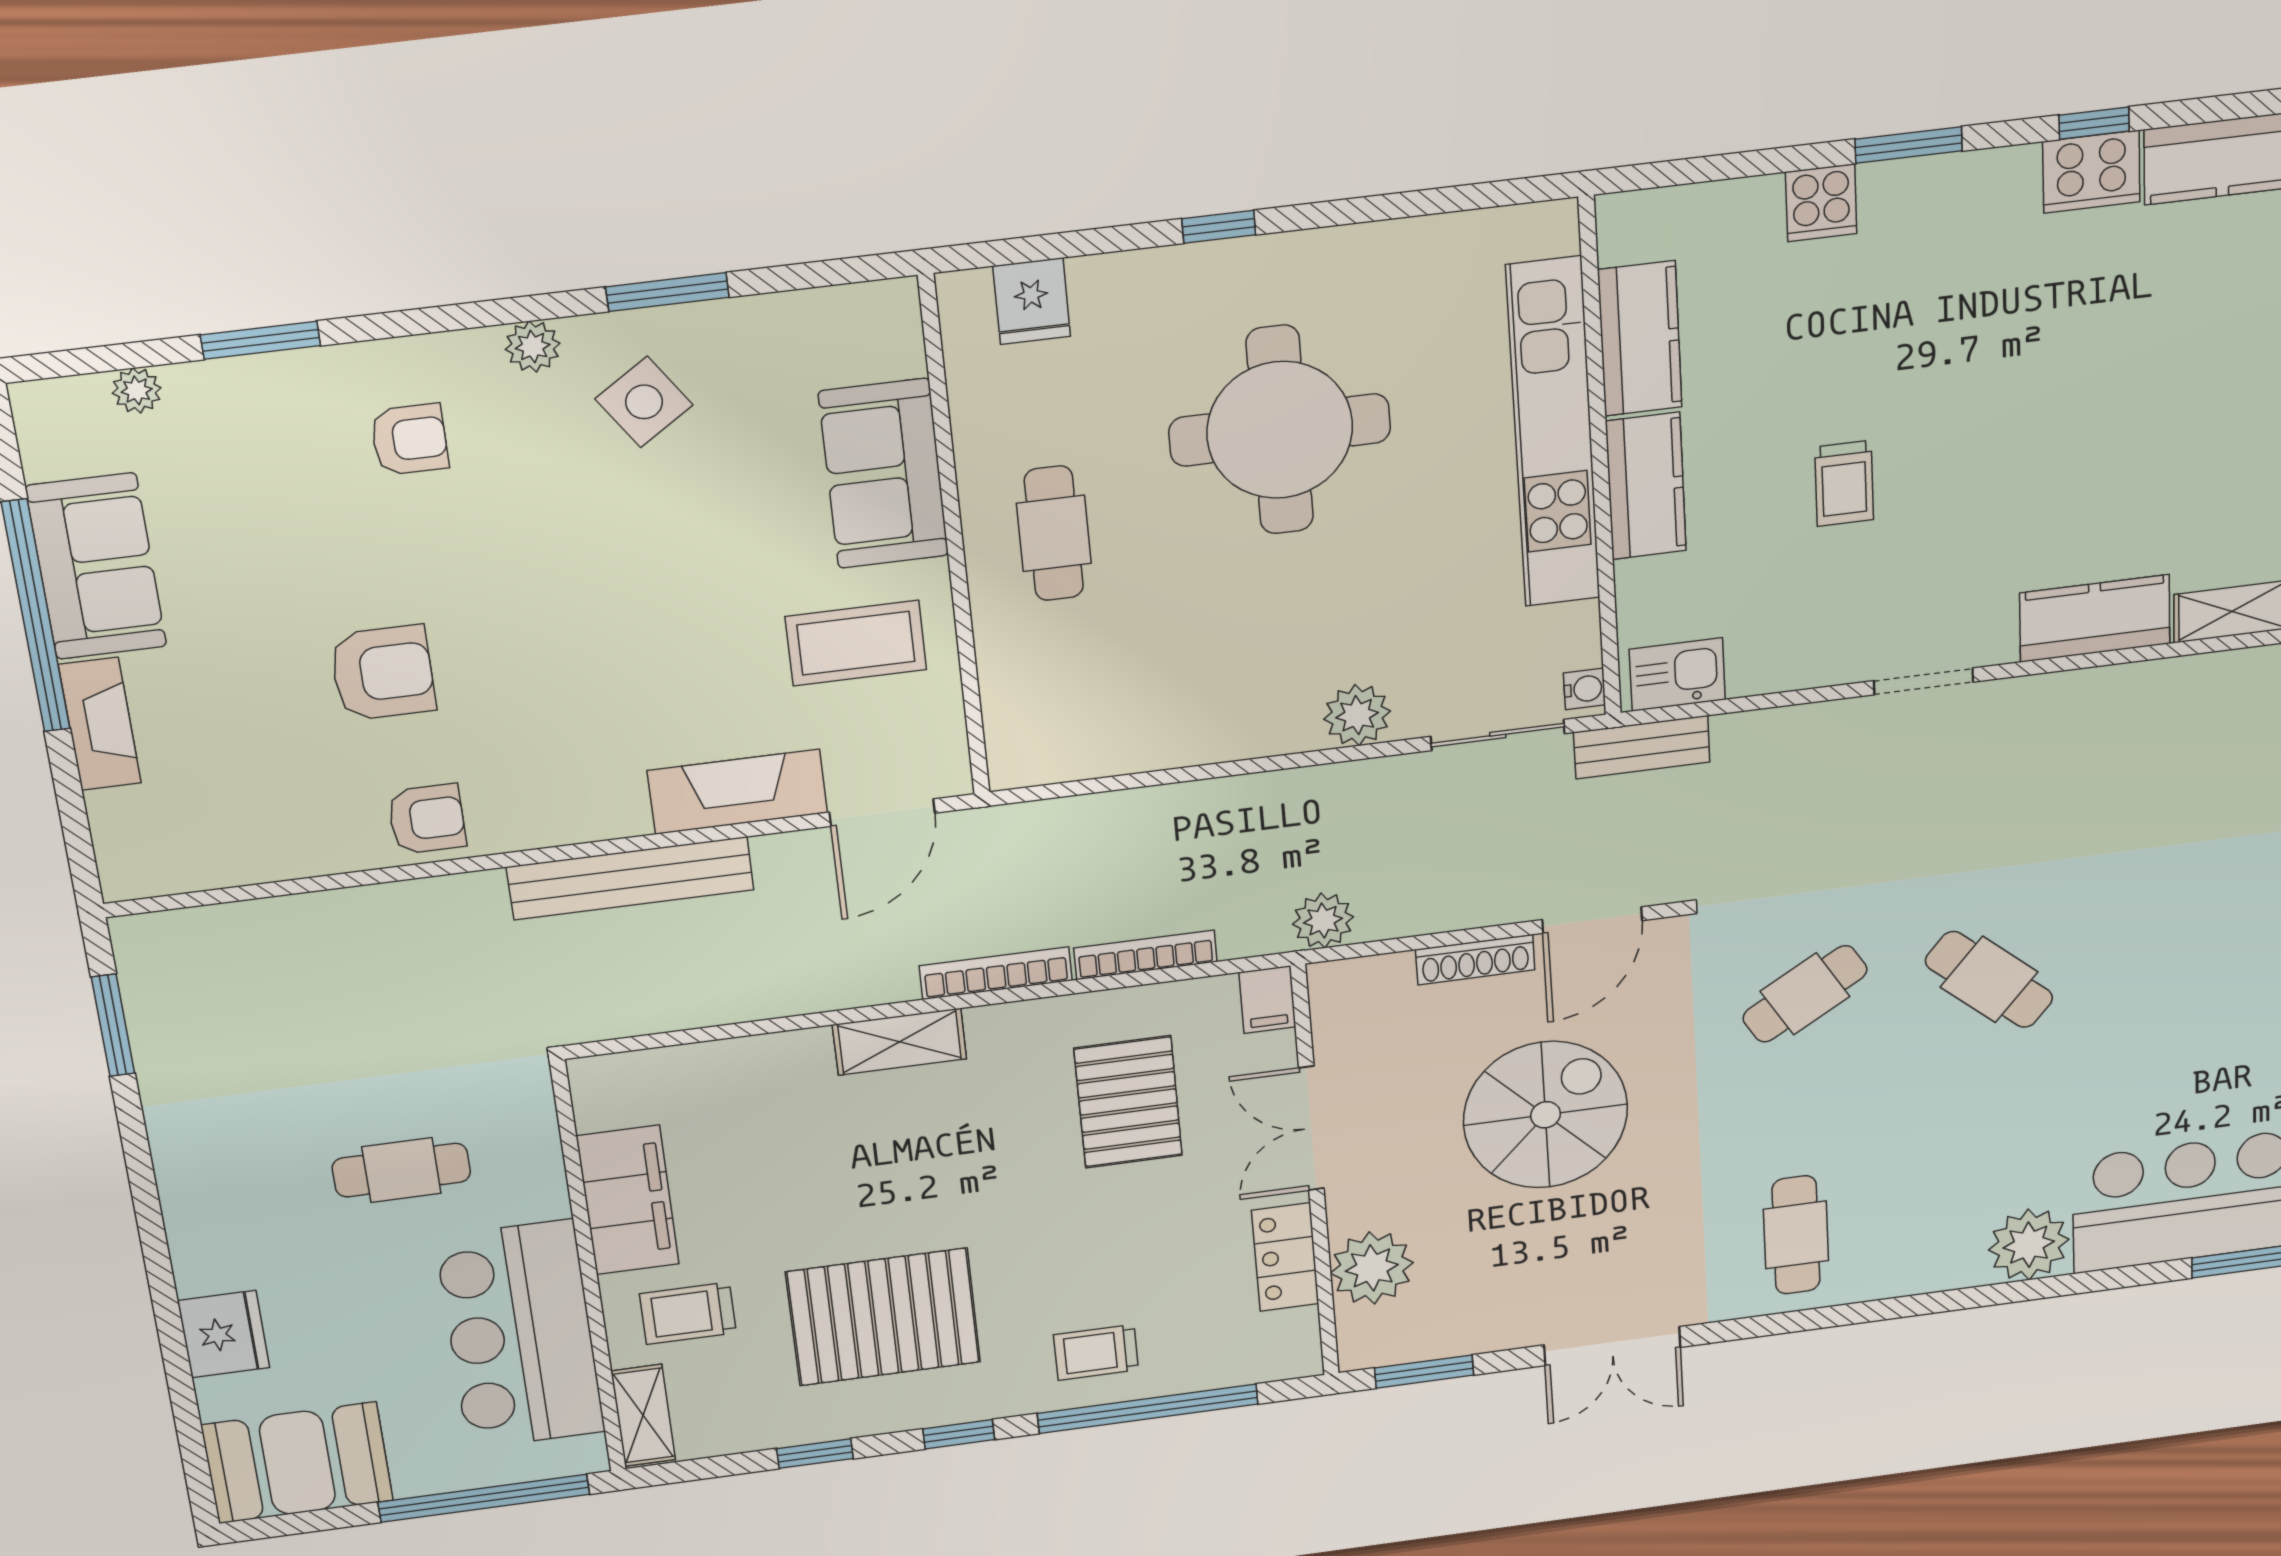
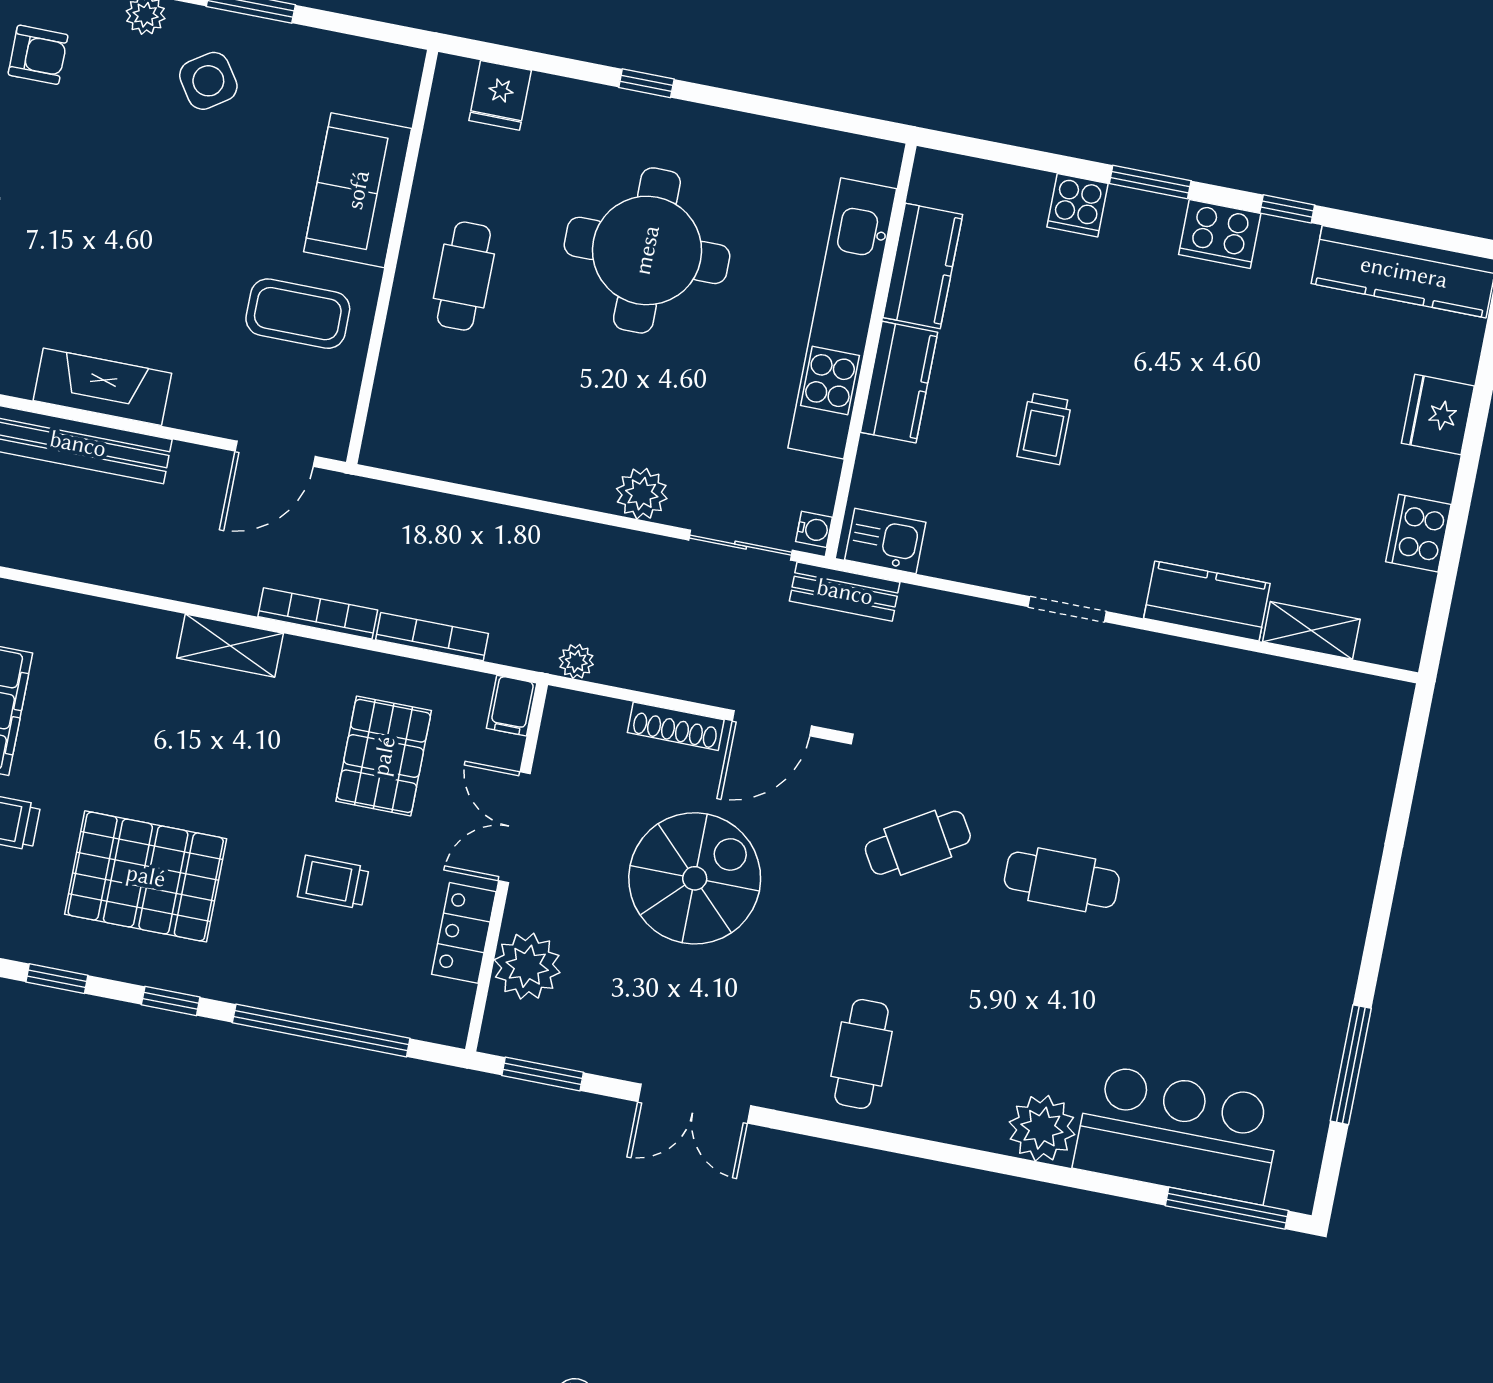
cooker: (2091, 172) -> (1220, 234), moved
fireplace: (737, 792) -> (102, 387), moved
plant: (1323, 921) -> (576, 661), width x0.73, depth x0.73
cafe table: (1989, 979) -> (1062, 880), turned -41
trolley: (1096, 1352) -> (333, 882), moved

